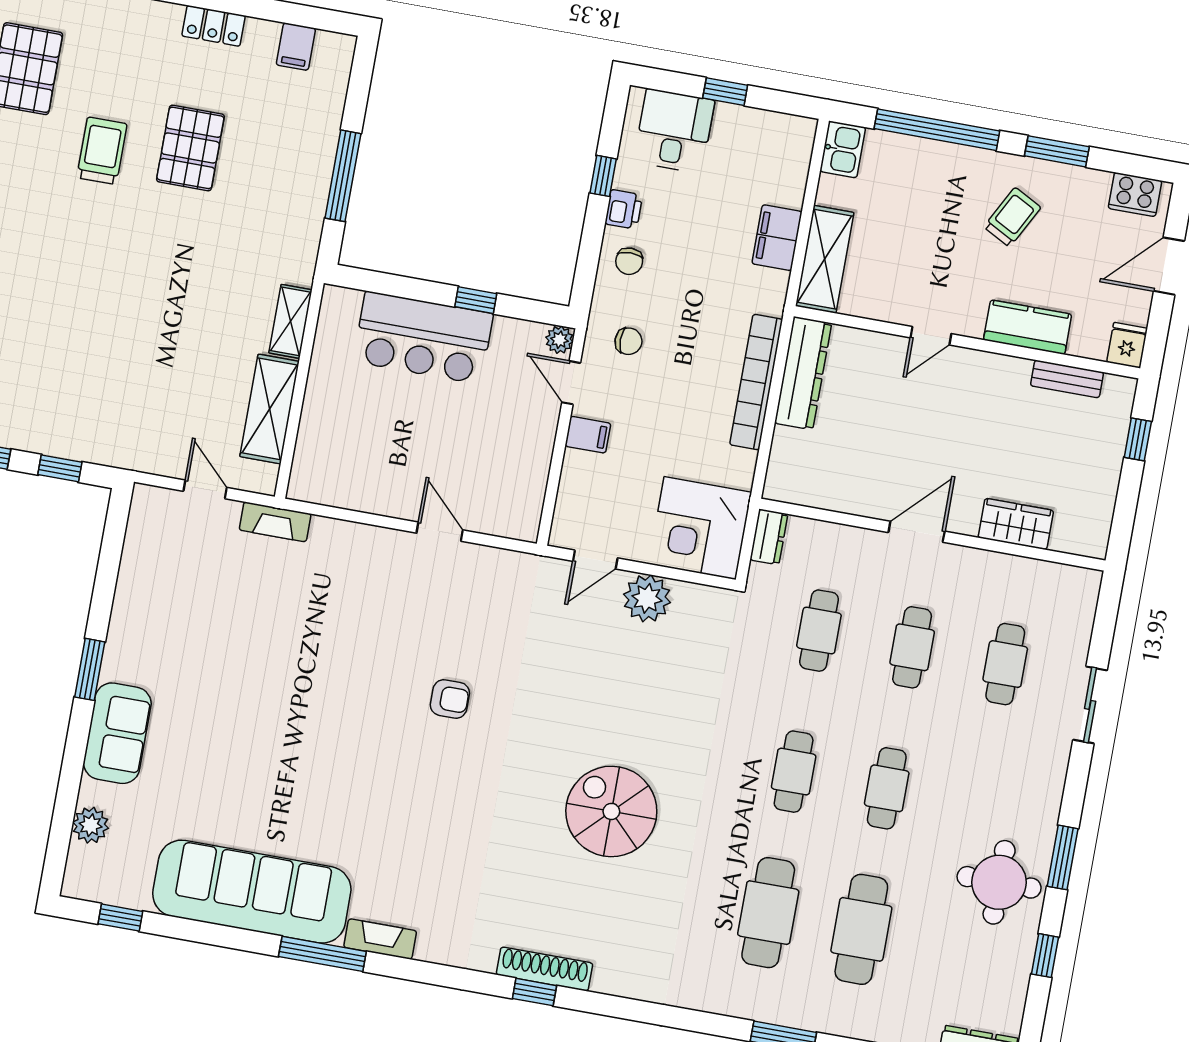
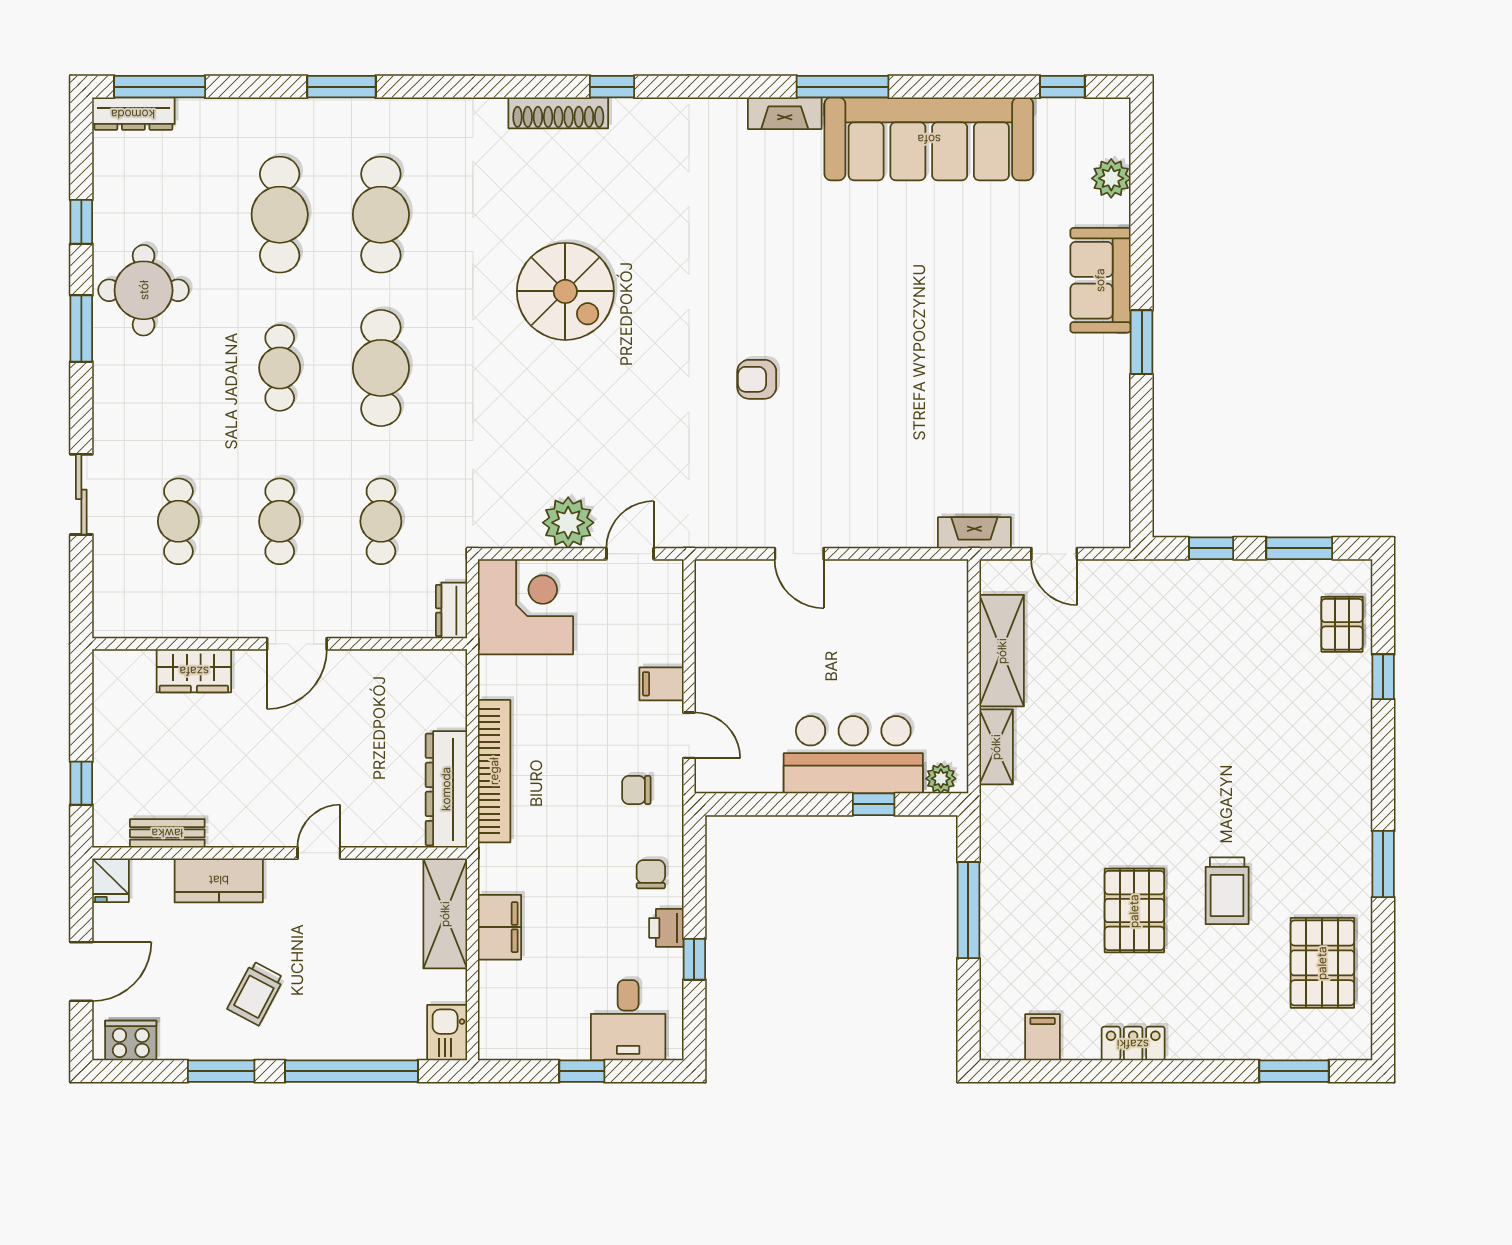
window: (476, 300) -> (874, 804), moved
plant: (559, 340) -> (941, 779), moved
cafe table: (794, 772) -> (381, 368), width x1.37, depth x1.35
shoe rack: (544, 969) -> (558, 113), moved

